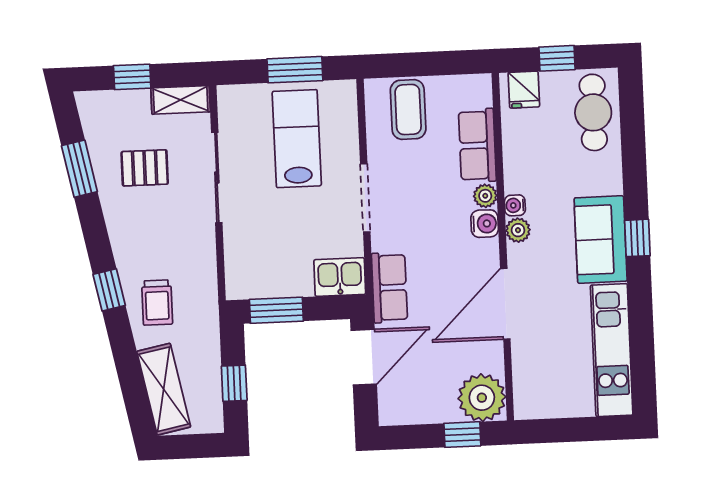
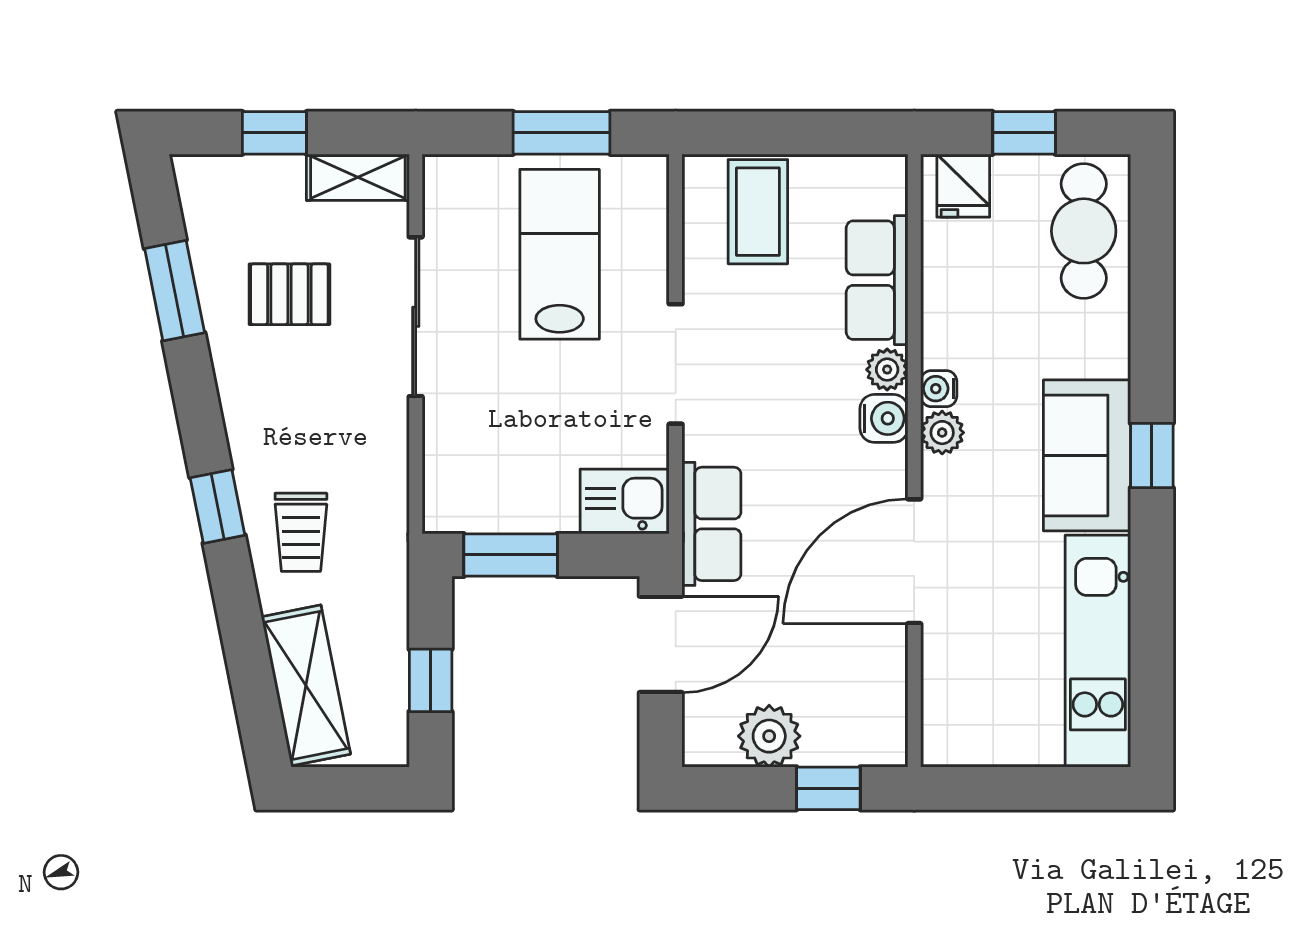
plant: (482, 398) -> (769, 736), moved, width x0.73, depth x0.73

